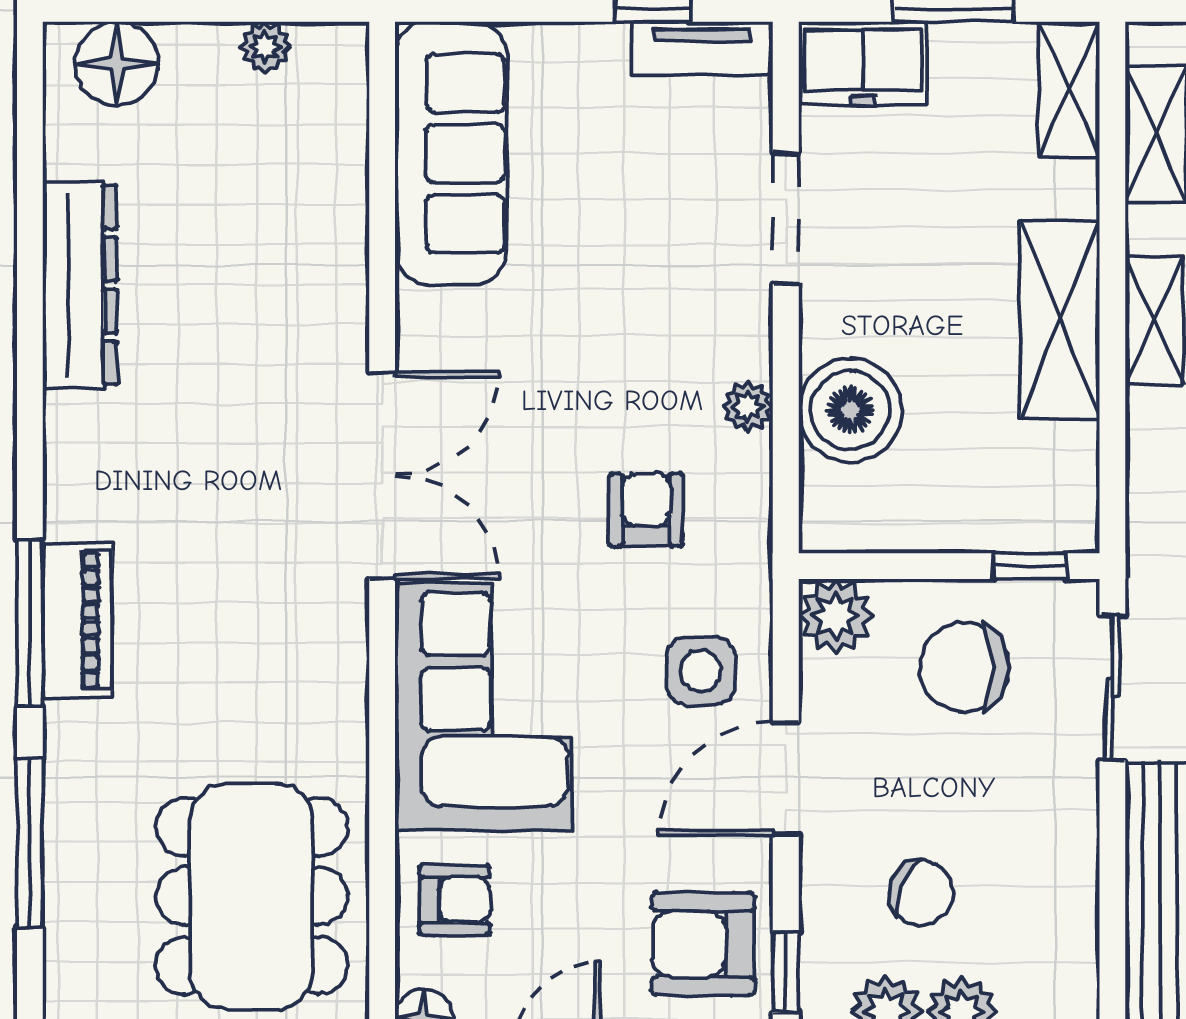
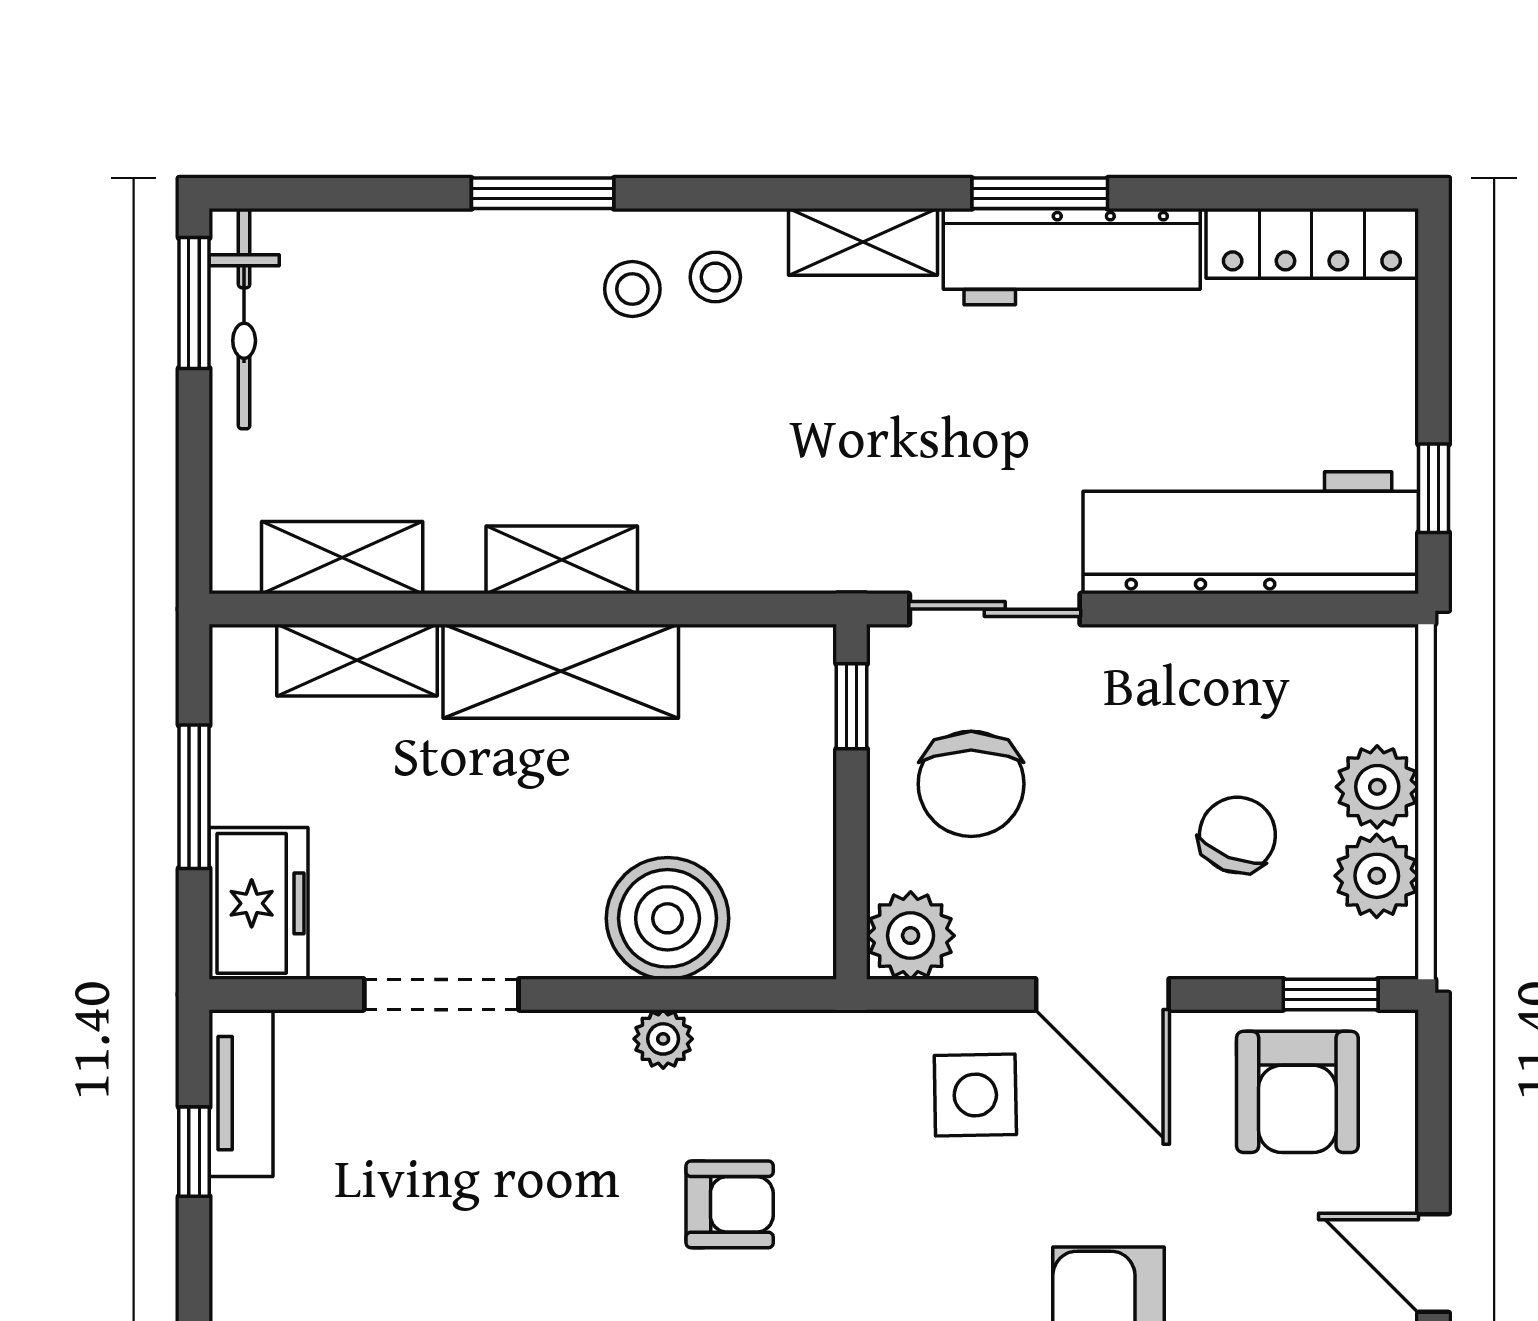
shelving: (1069, 89) -> (357, 660), moved
armchair: (646, 510) -> (730, 1204), moved, turned 180

